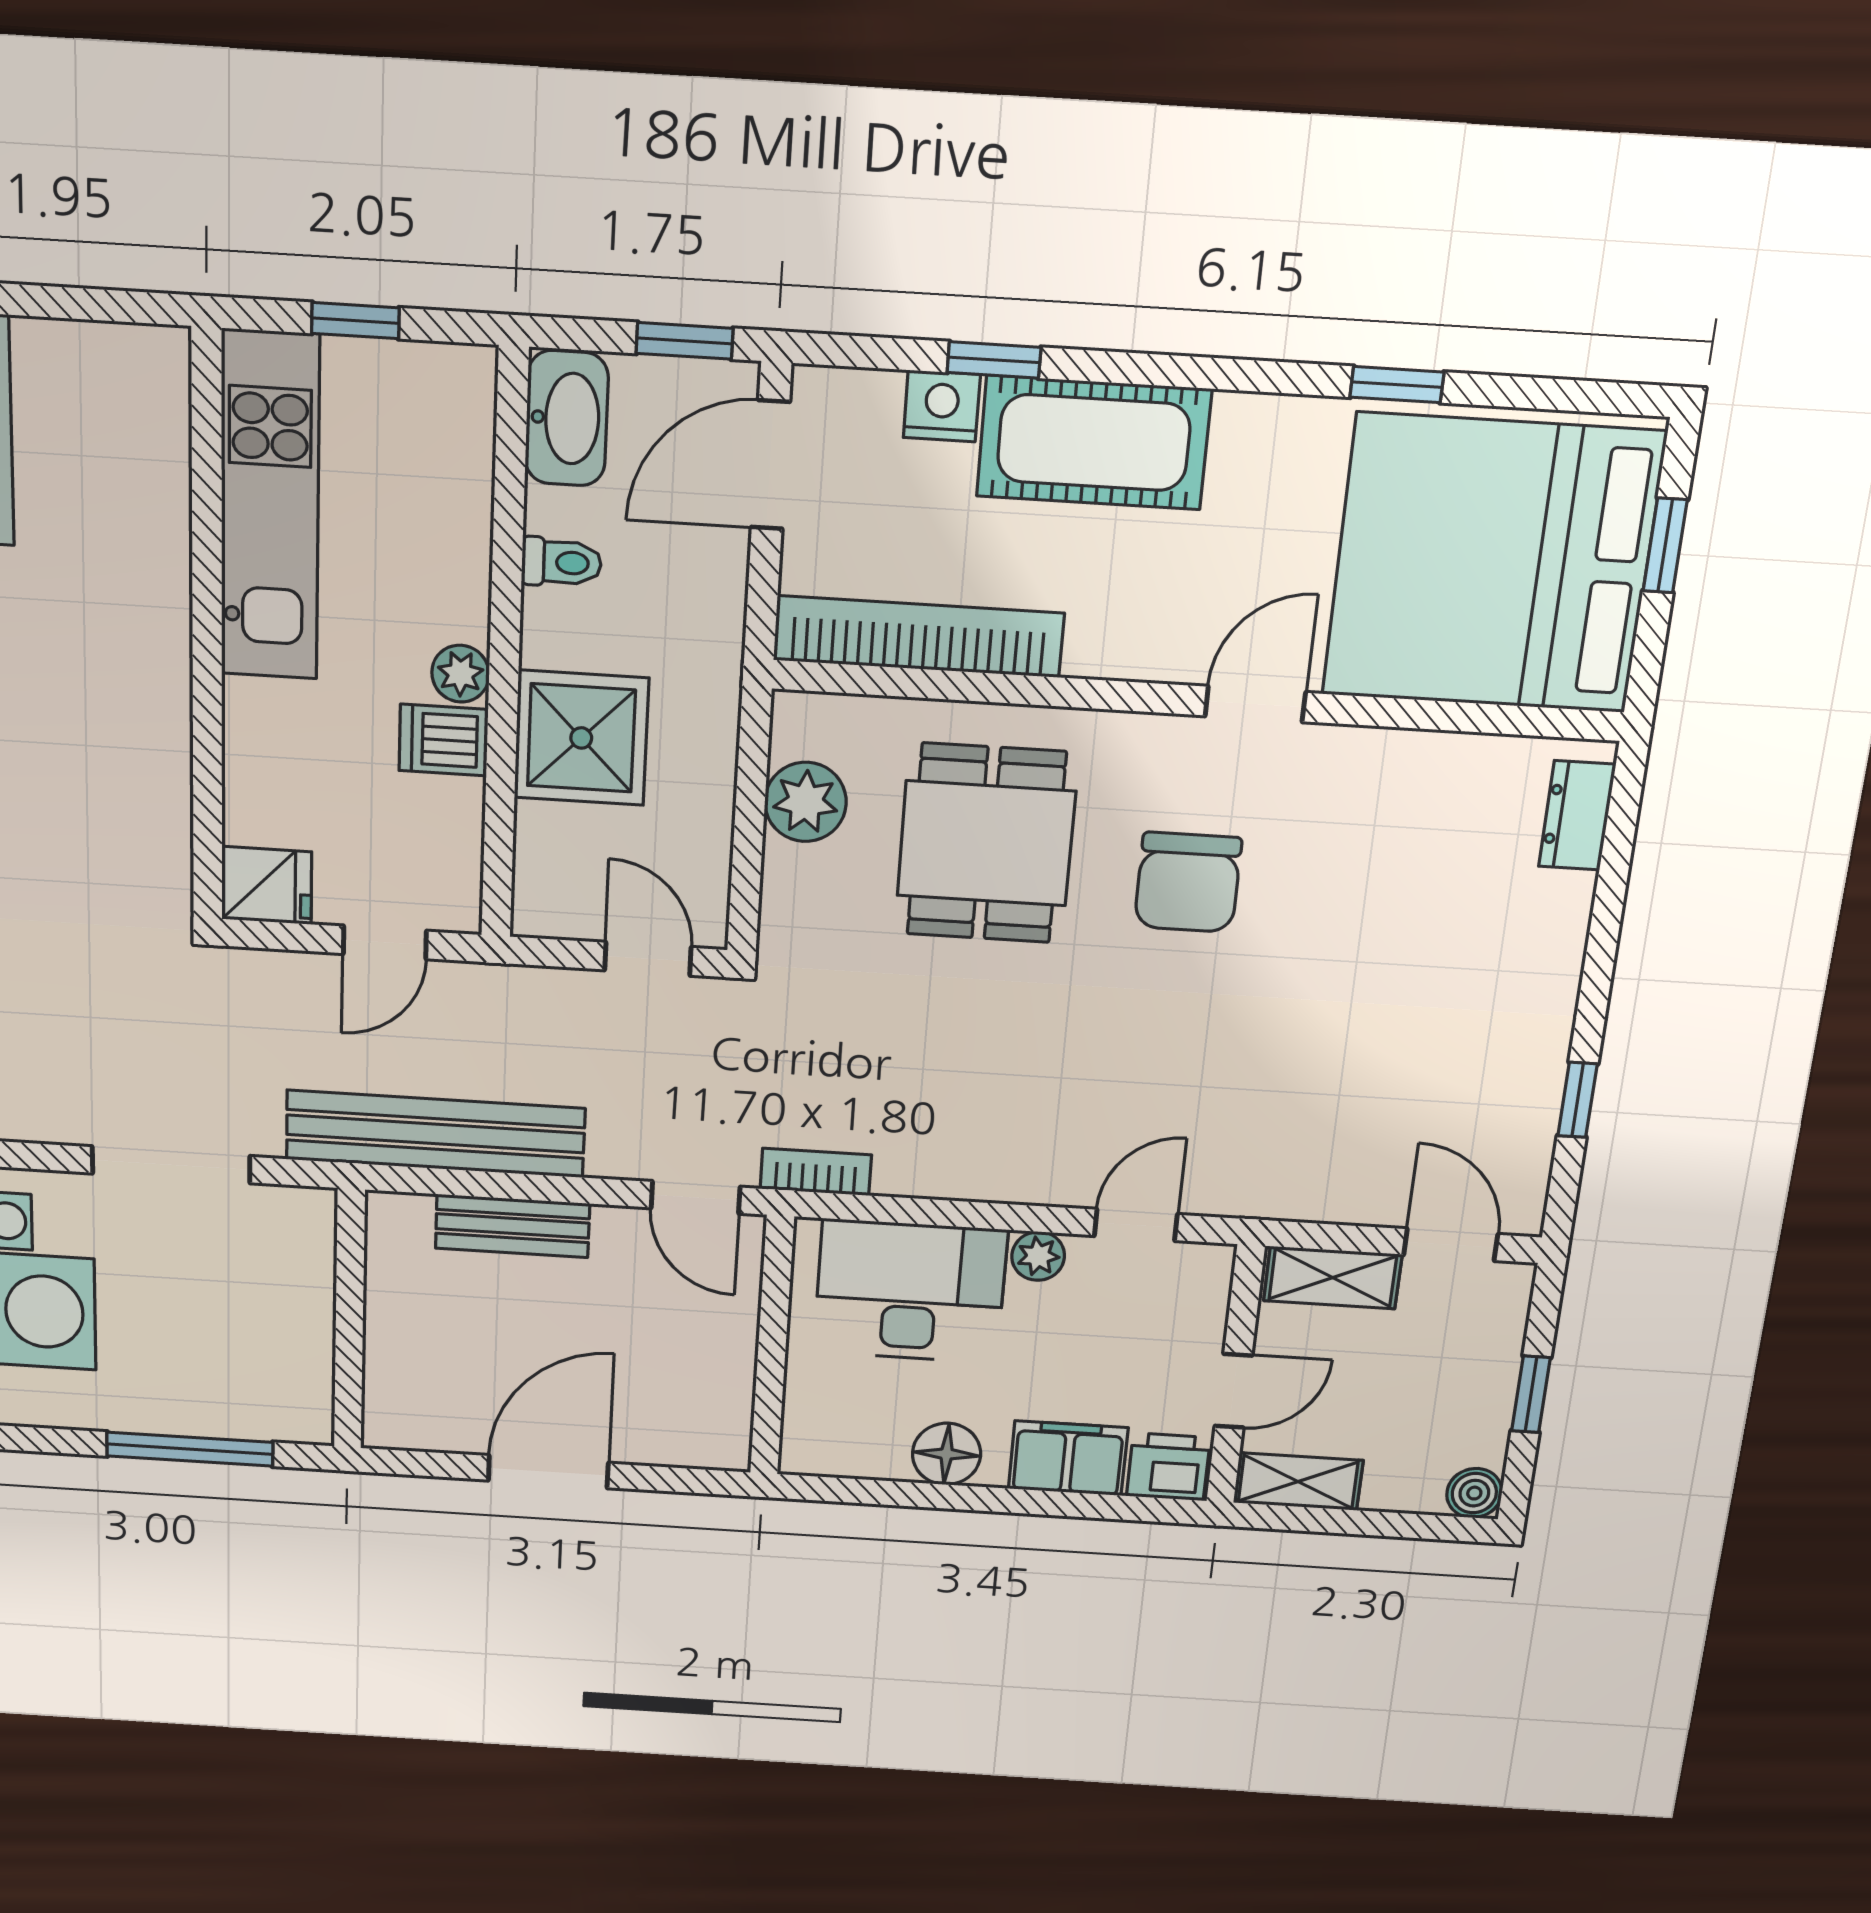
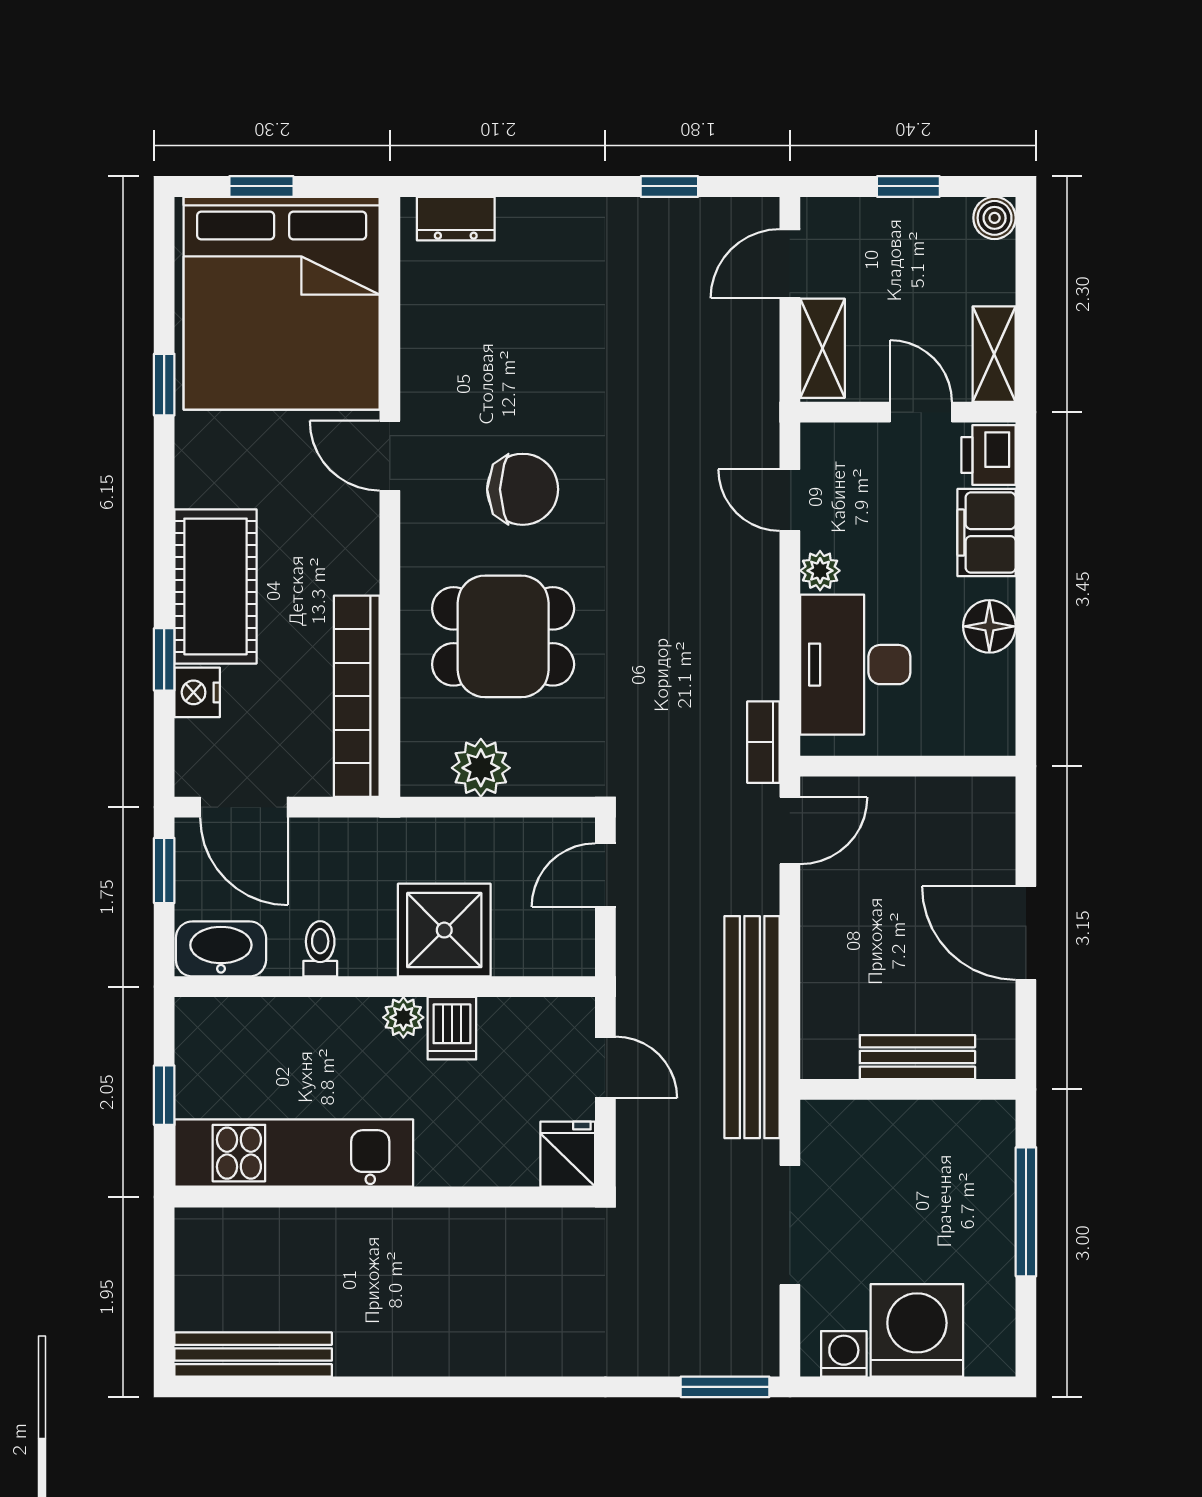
bench: (513, 1226) -> (917, 1057), moved, turned 90

